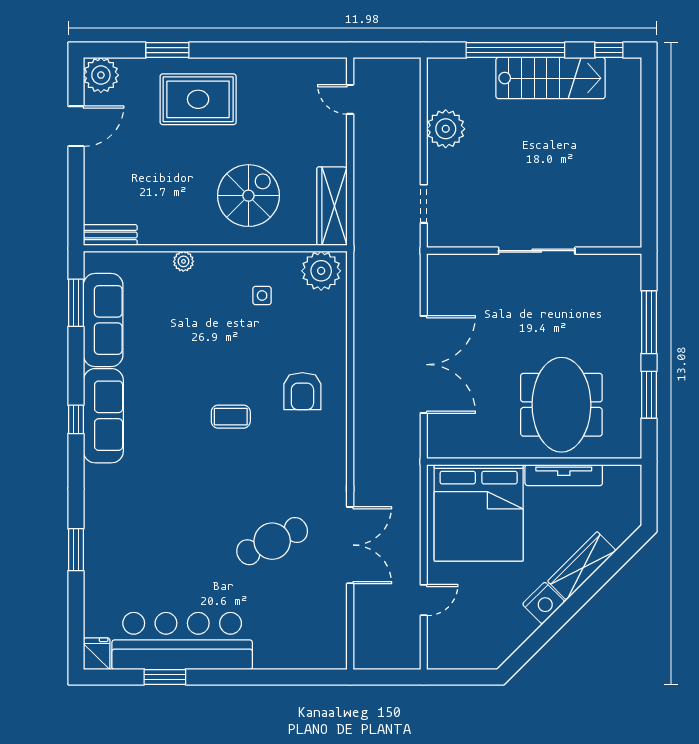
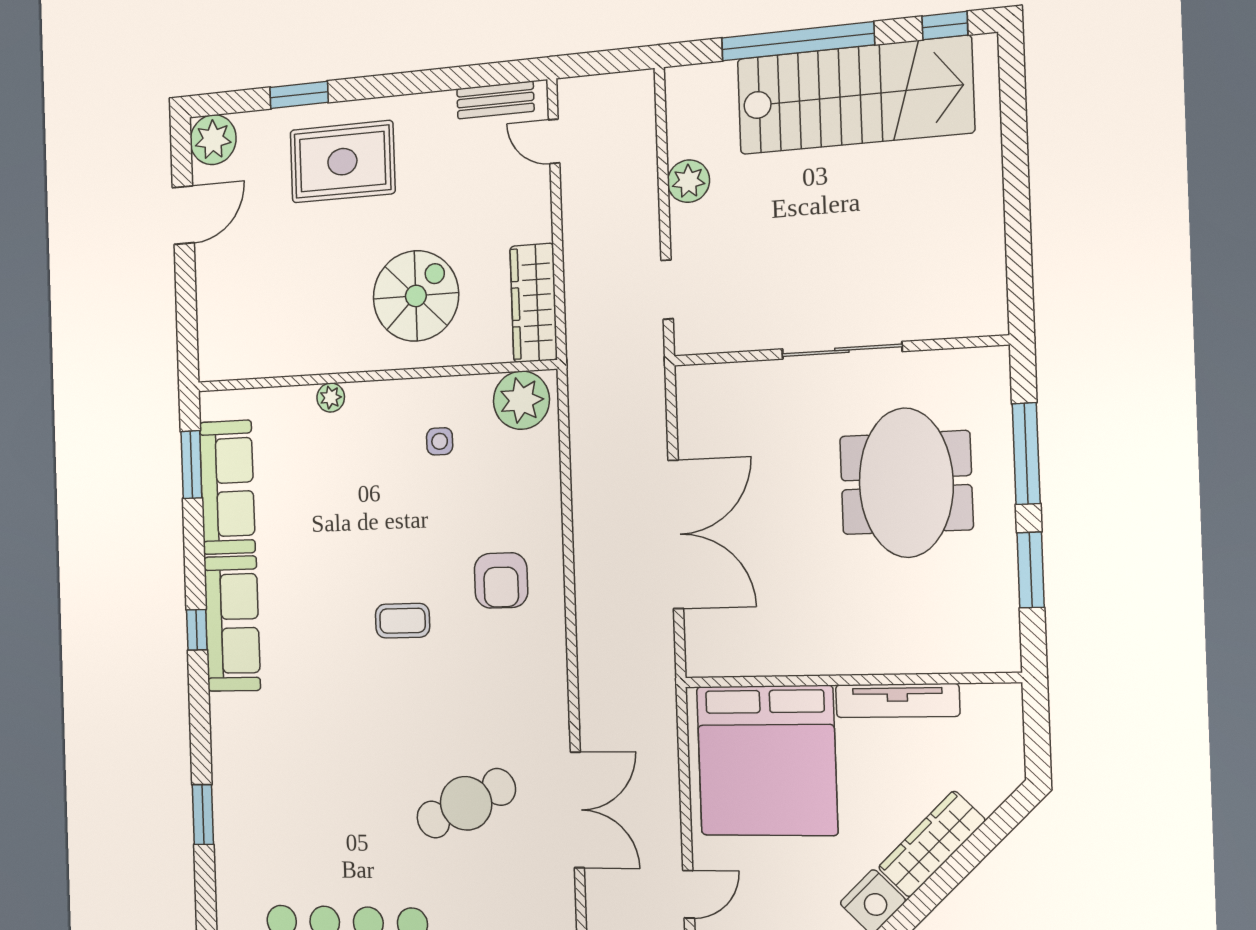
stairs: (551, 78) -> (854, 95), width x1.36, depth x1.51
plant: (446, 129) -> (688, 181), width x0.73, depth x0.73
bench: (110, 235) -> (495, 100), moved
meeting table: (561, 405) -> (906, 483), moved

